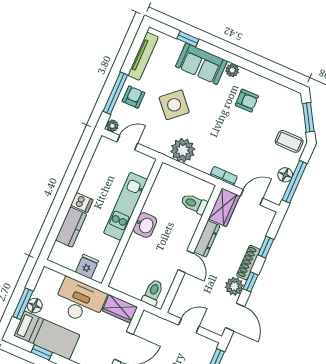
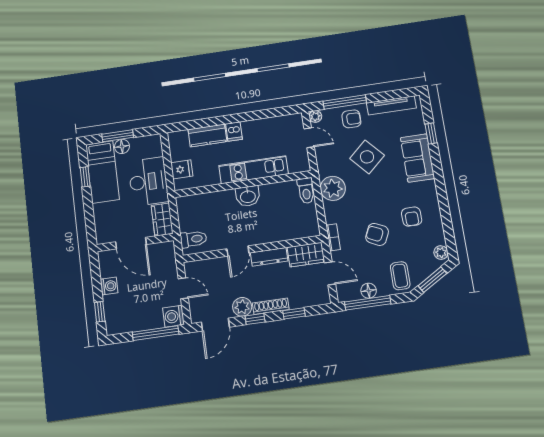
plant: (232, 70) -> (441, 253), moved
armchair: (244, 138) -> (377, 234), added
toilet: (194, 204) -> (306, 191), moved, turned 180
washing machine: (207, 348) -> (174, 316), added

